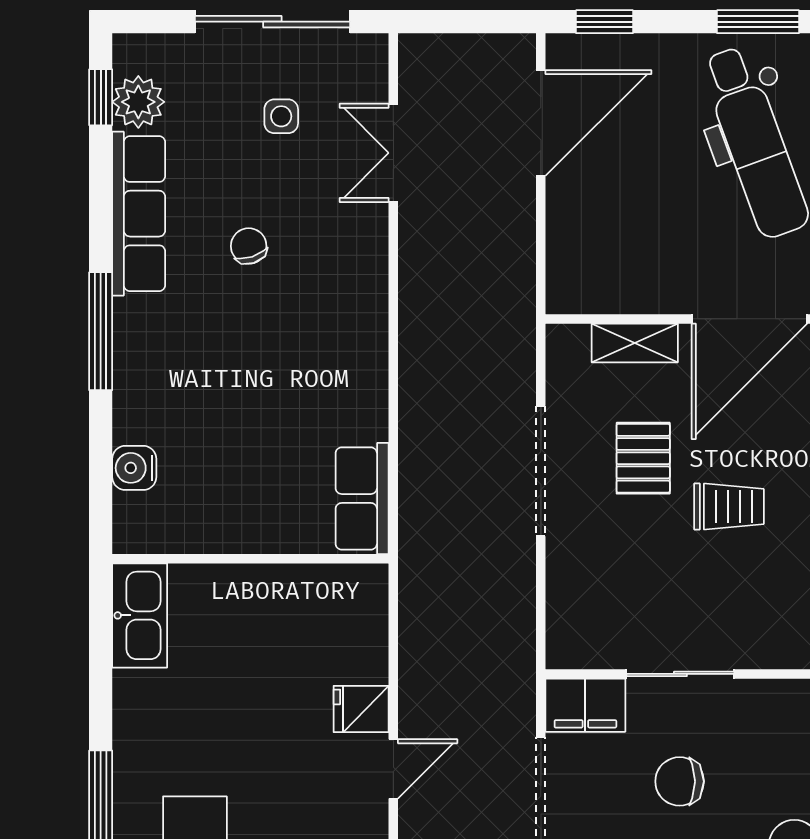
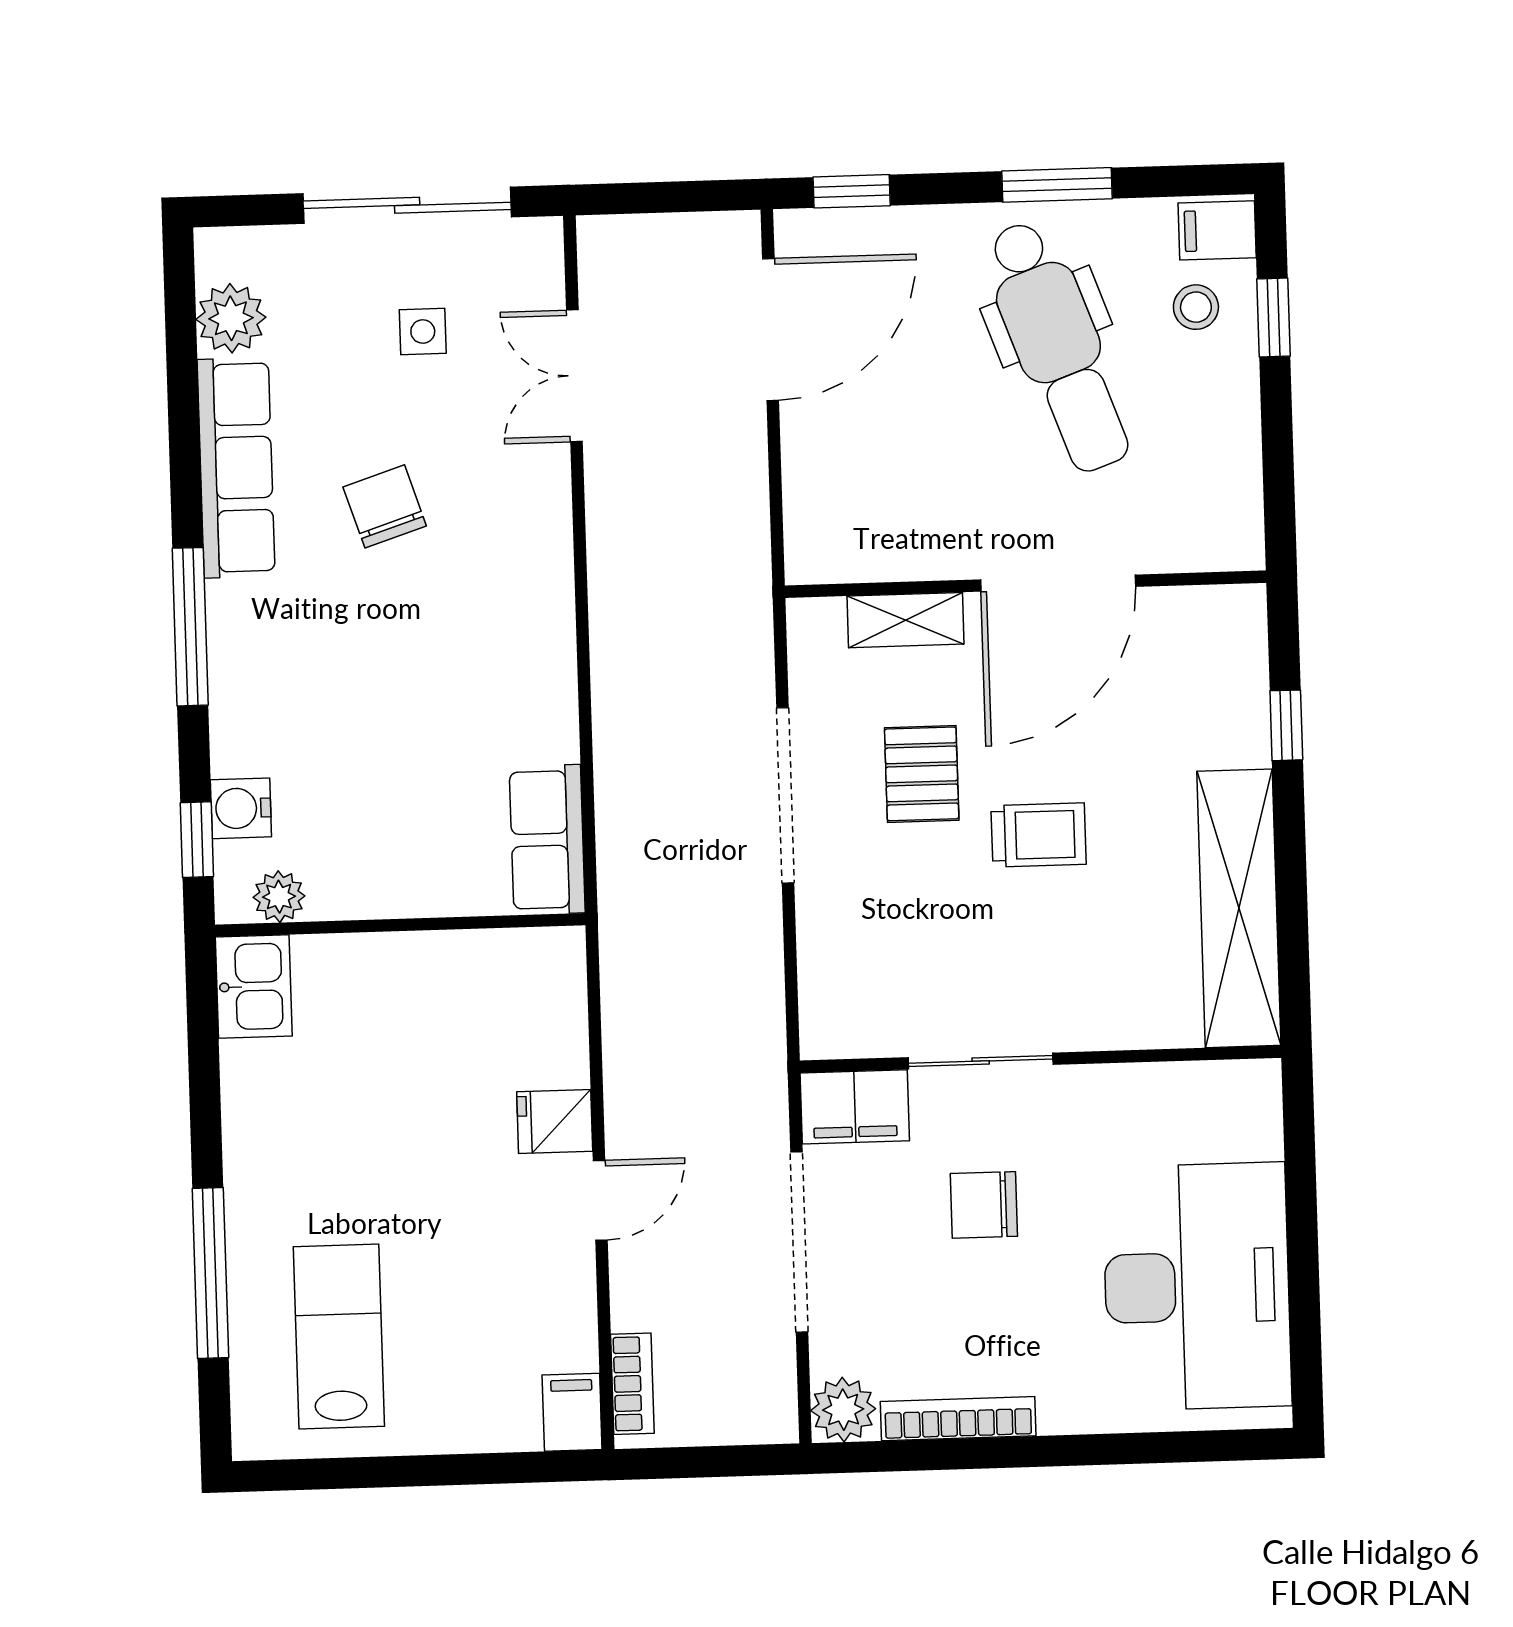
window: (101, 97) -> (197, 840), moved
chair: (249, 246) -> (385, 506), width x1.37, depth x1.37
plant: (161, 535) -> (279, 897), added
kitchen sink: (140, 615) -> (254, 986), width x0.73

